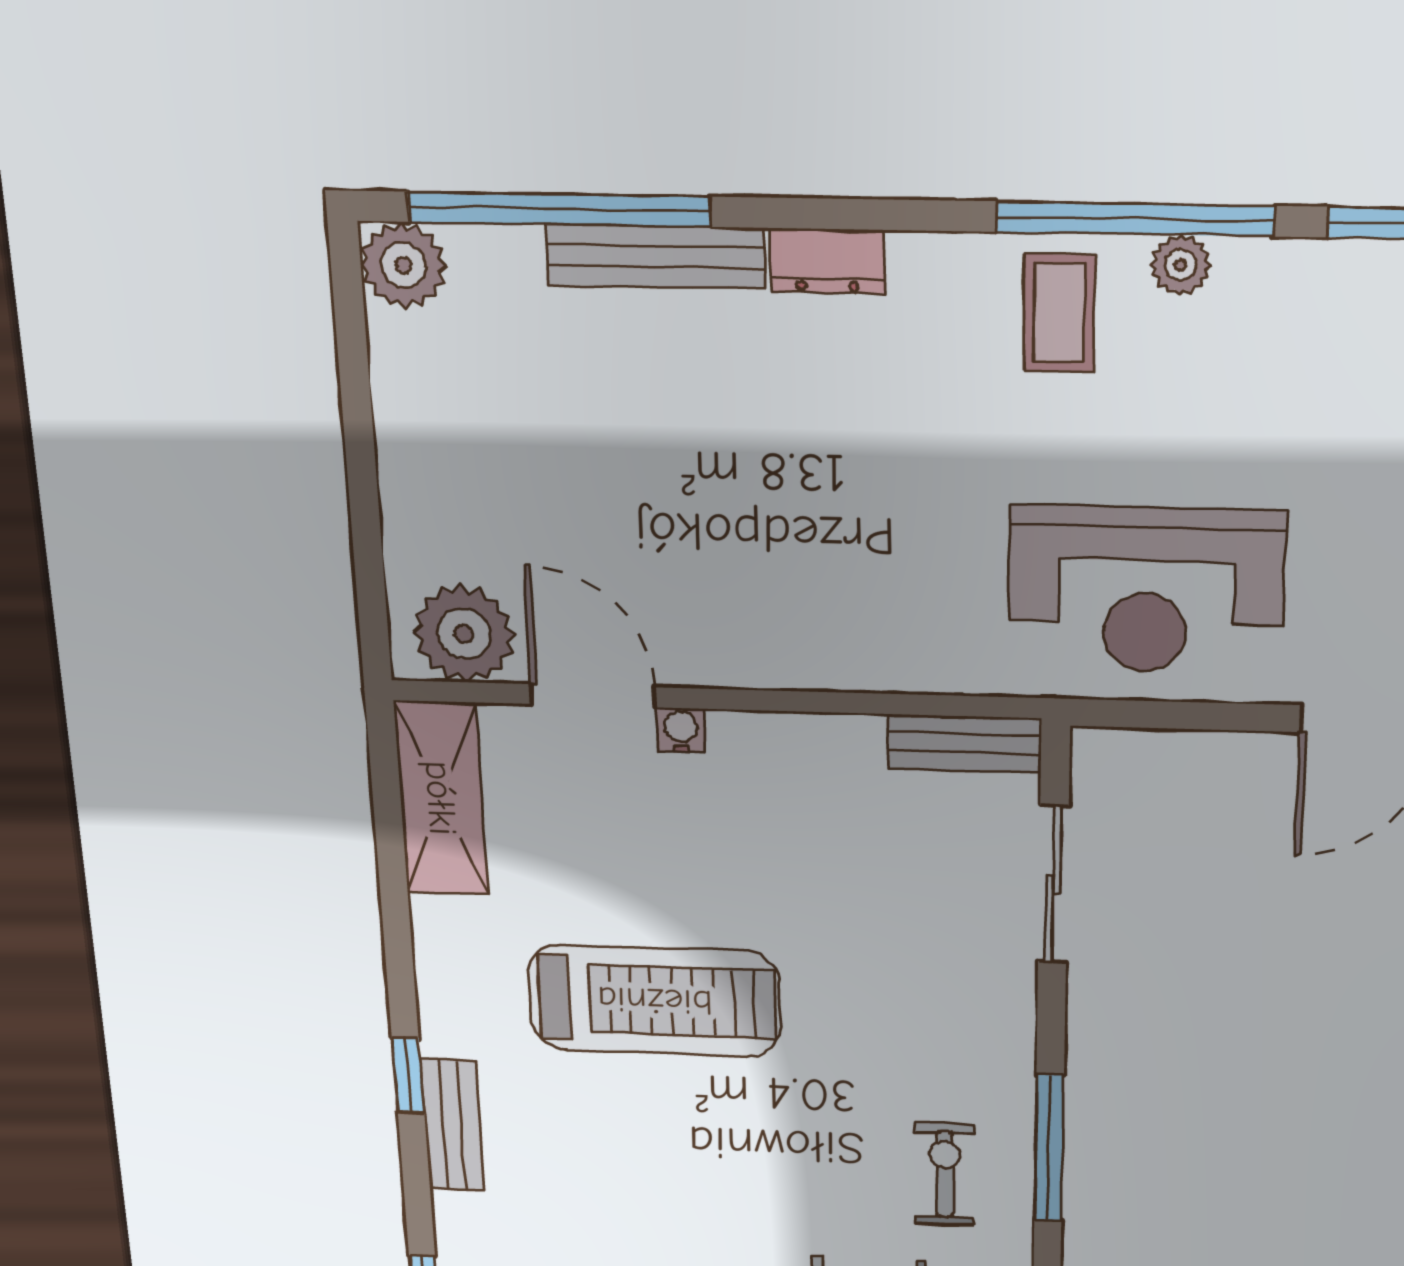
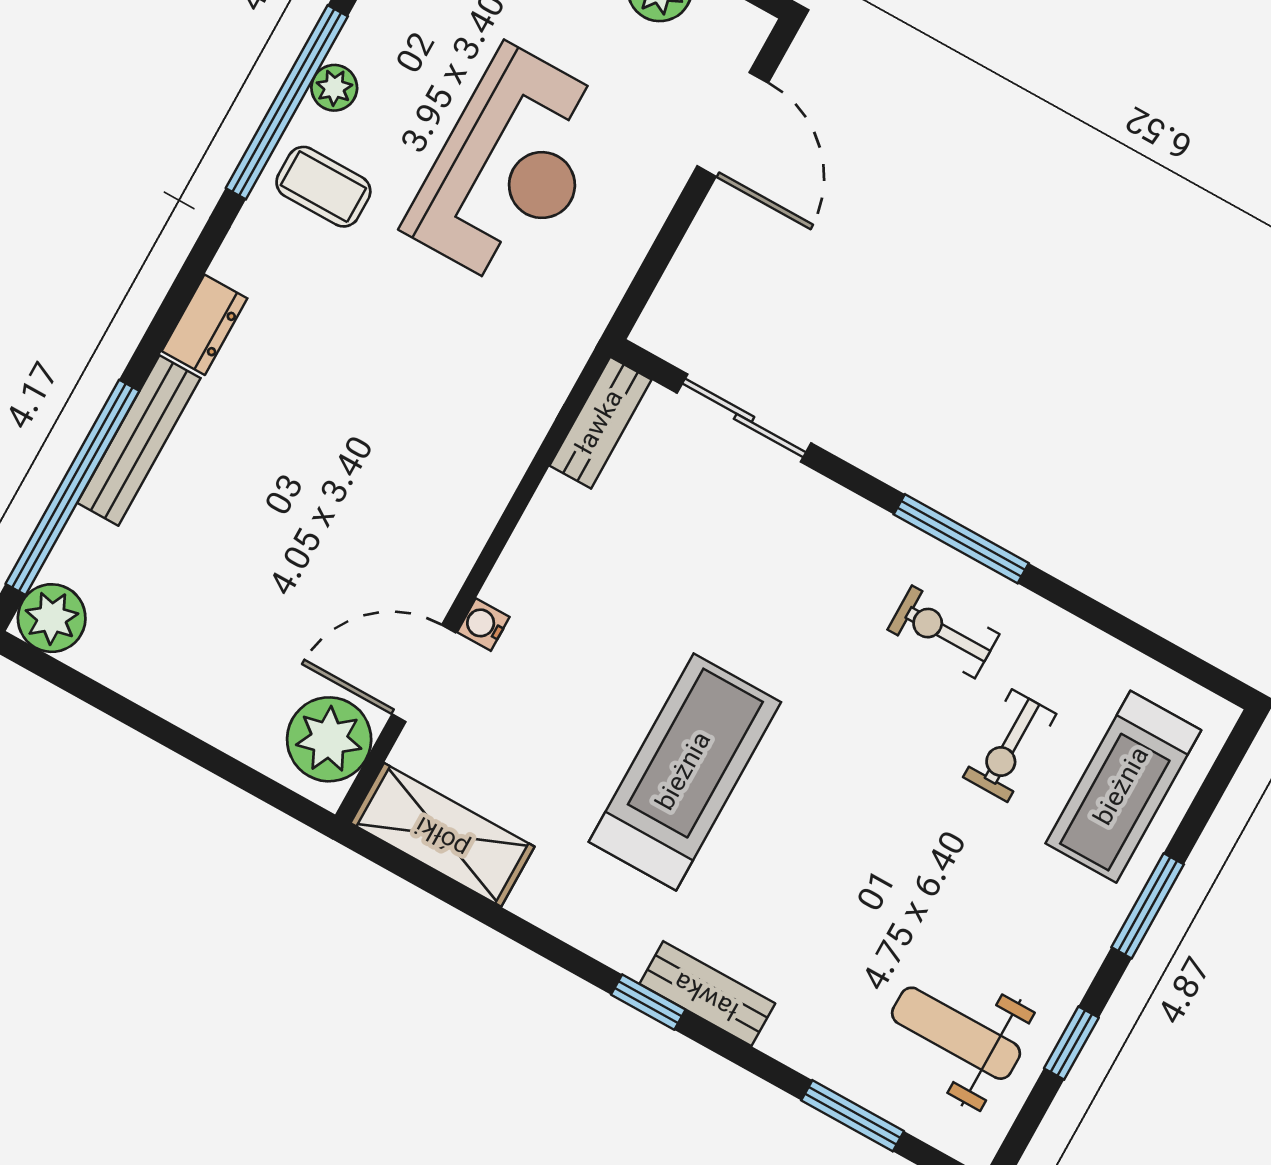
reception desk: (1146, 590) -> (511, 168), moved

